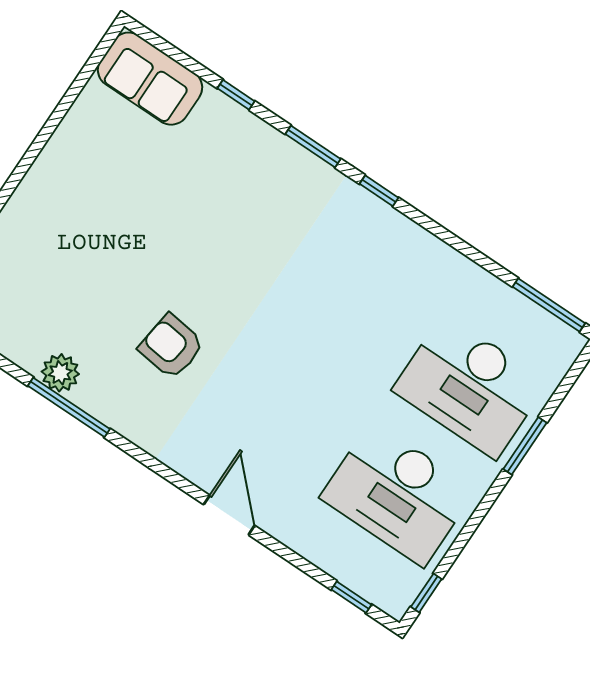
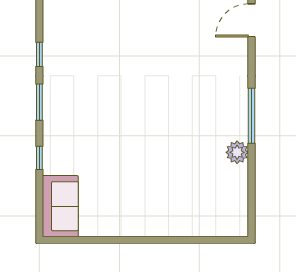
armchair: (171, 346) -> (187, 106), removed
window: (69, 407) -> (251, 116), moved

